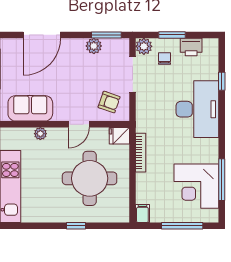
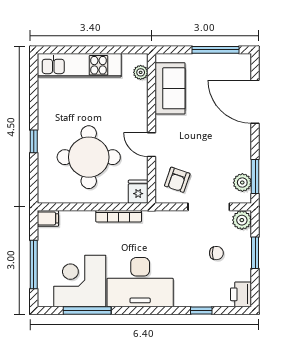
plant: (94, 46) -> (242, 183), moved
printer: (191, 47) -> (241, 294), moved
chair: (164, 59) -> (216, 253), moved
desk: (197, 109) -> (140, 282), moved
plant: (40, 134) -> (141, 72), moved

